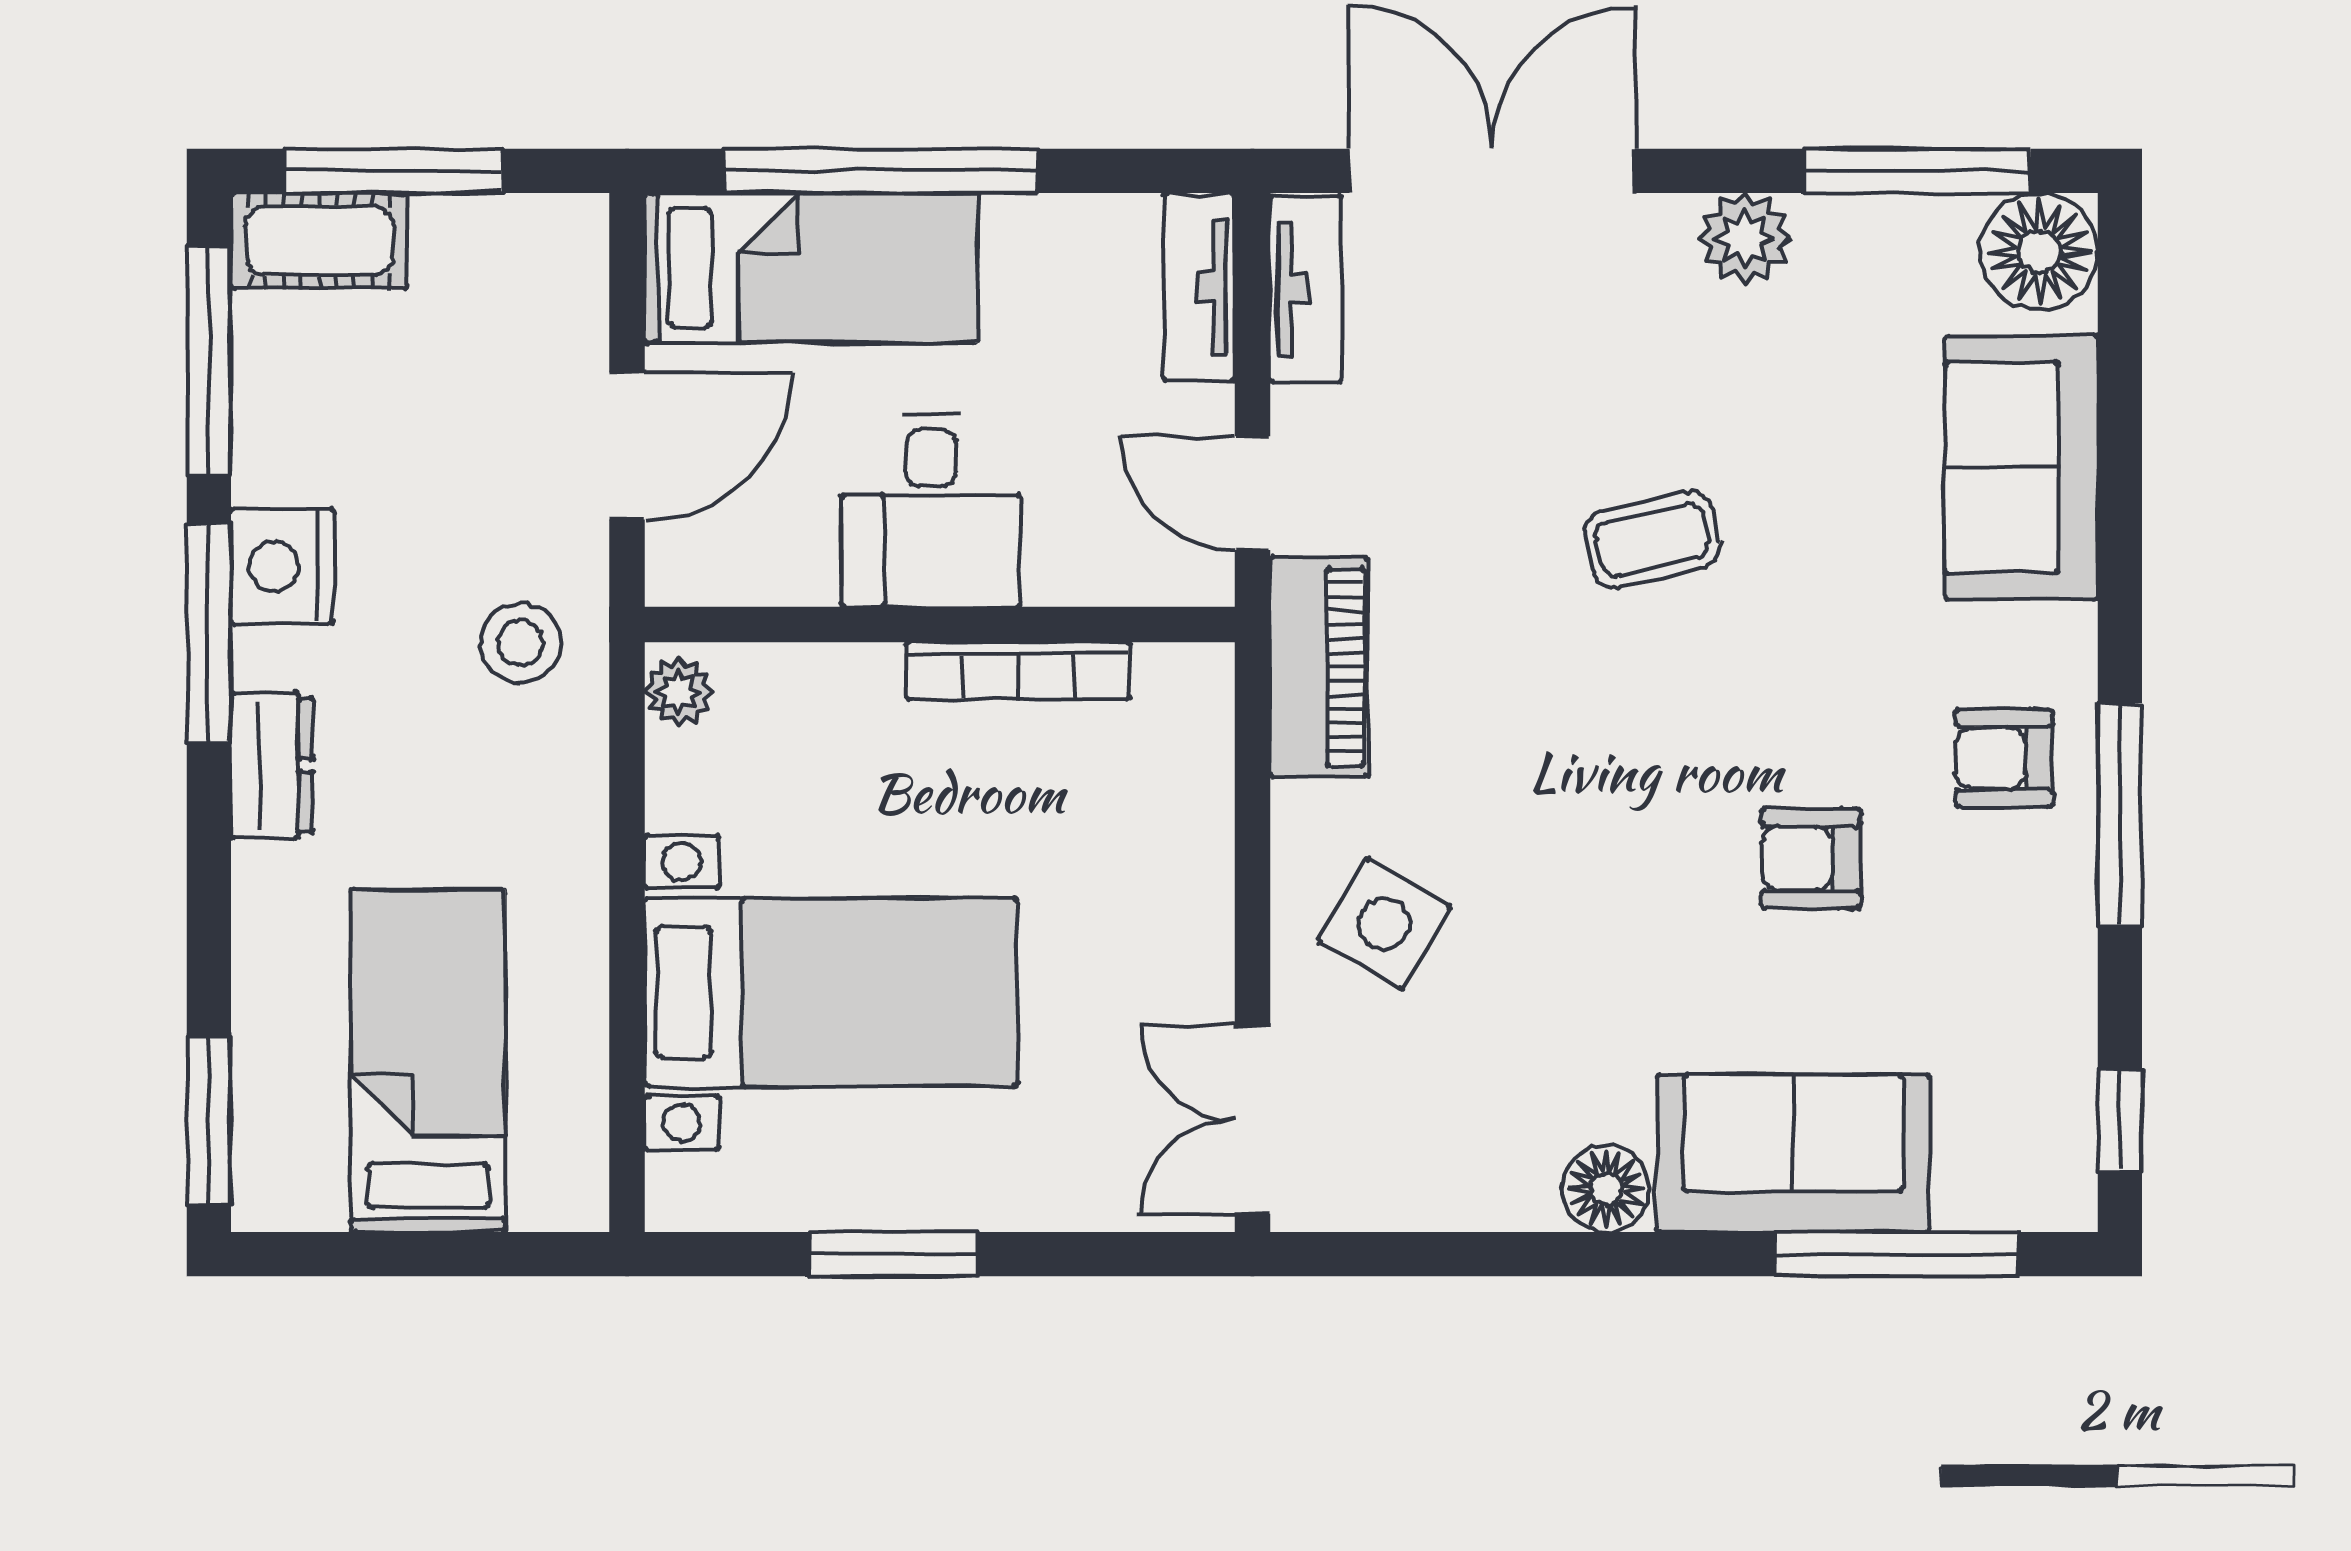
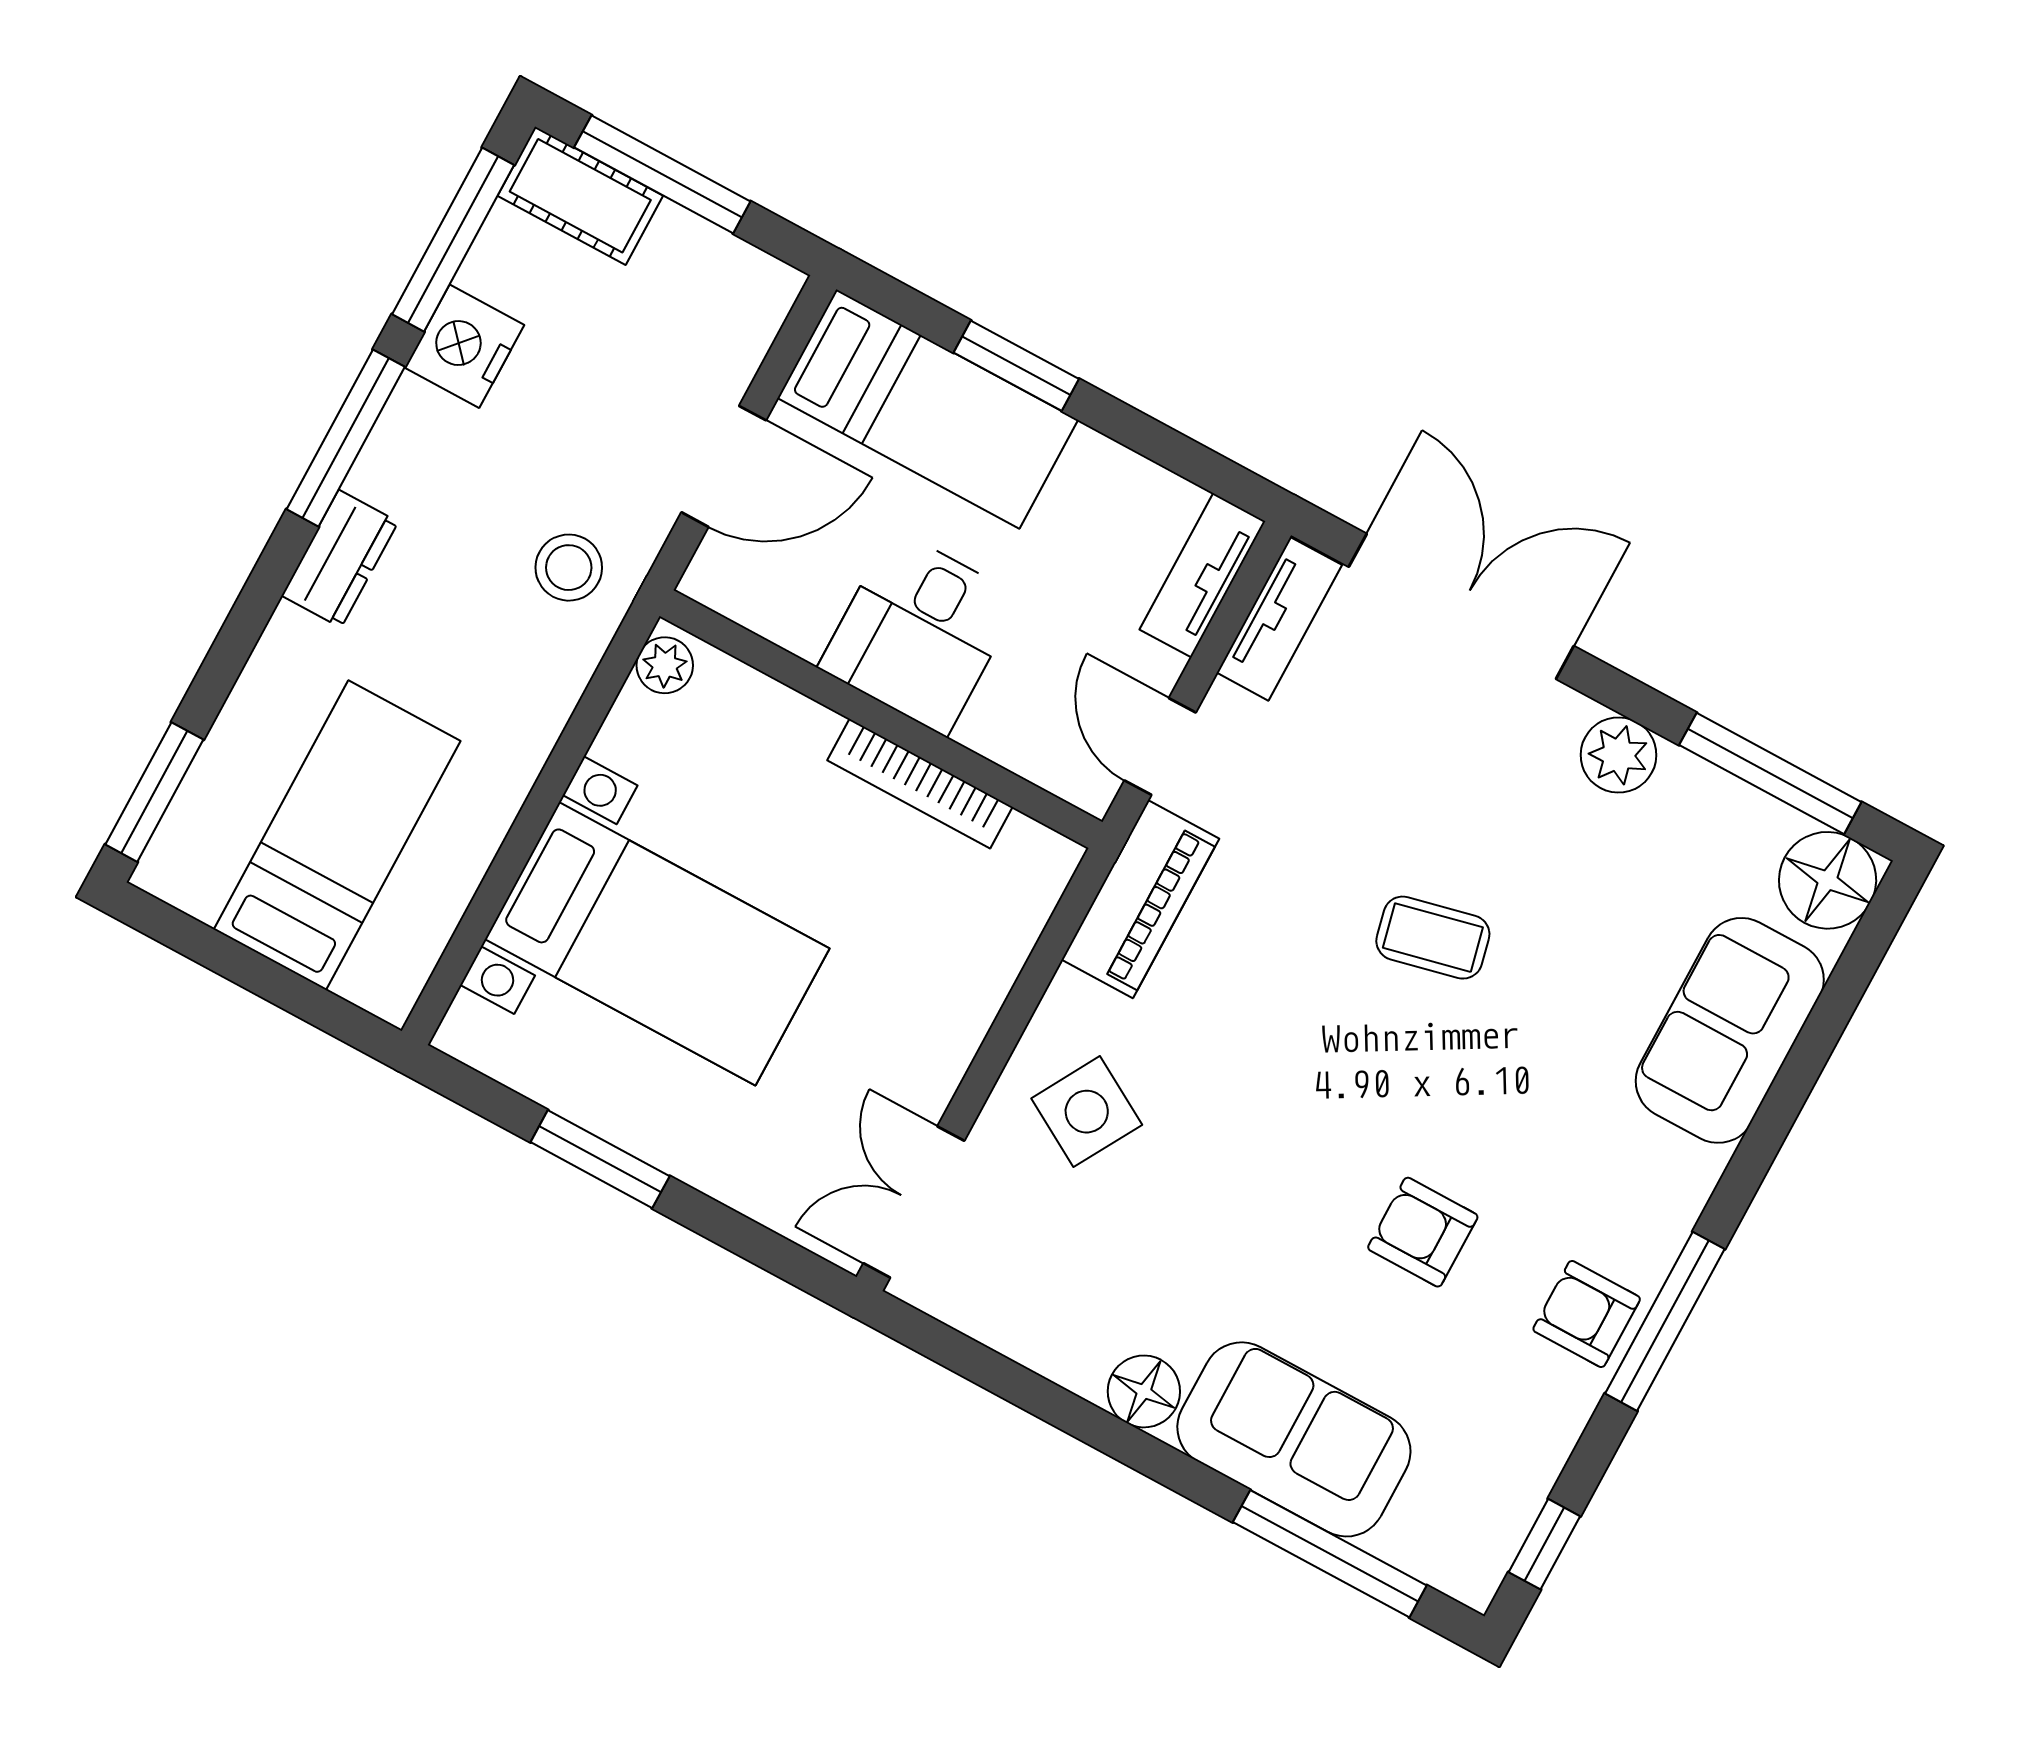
window: (880, 171) -> (1016, 366), width x0.47
nightstand: (282, 566) -> (464, 346), moved
armchair: (2004, 758) -> (1587, 1314), moved

